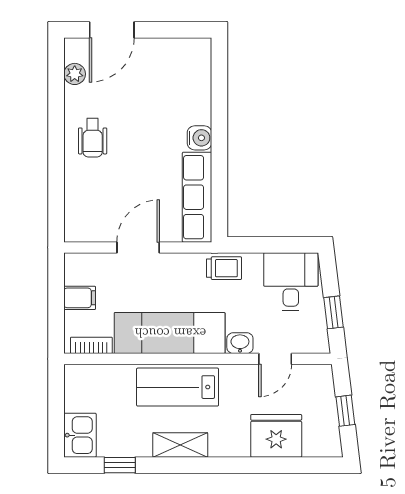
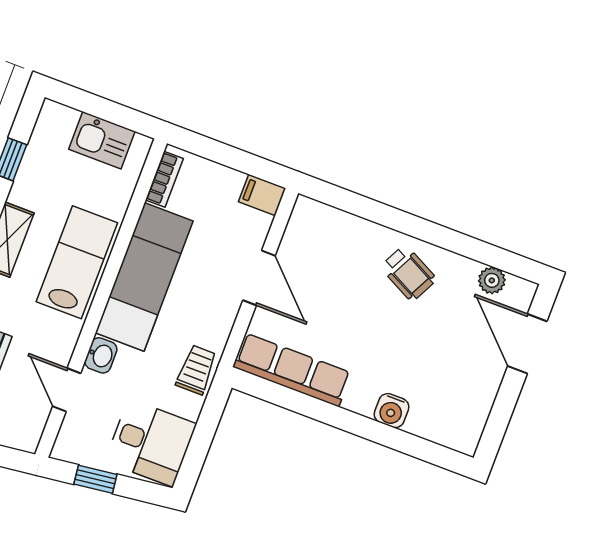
wheelchair: (93, 138) -> (409, 273), turned -153
water cooler: (199, 138) -> (391, 411), moved
trolley: (224, 268) -> (196, 370), turned 180
filing cabinet: (80, 298) -> (262, 195), moved, turned 90
kitchen sink: (80, 435) -> (102, 140), moved

